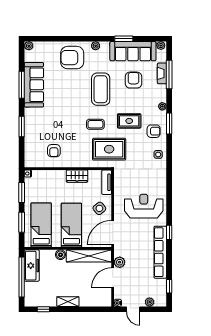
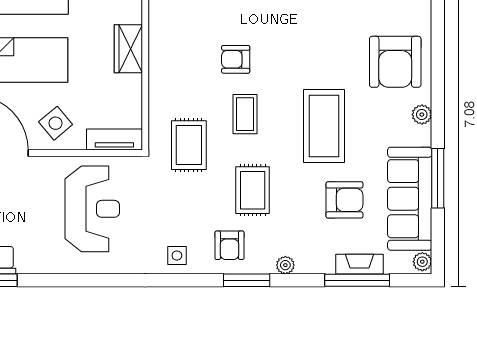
window: (124, 39) -> (438, 178), width x1.44
armchair: (72, 58) -> (395, 62), turned 180
coffee table: (101, 89) -> (324, 126), turned 90
rug: (109, 149) -> (189, 145), width x0.73, depth x0.70
armchair: (54, 151) -> (236, 59), moved
wardrobe: (77, 176) -> (128, 49), moved
reception desk: (144, 206) -> (92, 209), moved

